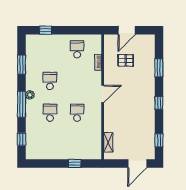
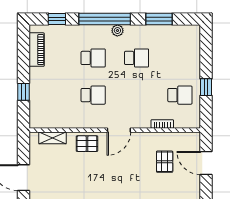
window: (46, 30) -> (206, 87), moved
door: (103, 94) -> (119, 130), hinge flipped
window: (22, 104) -> (105, 19), width x1.46
pallet: (112, 117) -> (87, 144), added
piano: (44, 154) -> (37, 50), added

